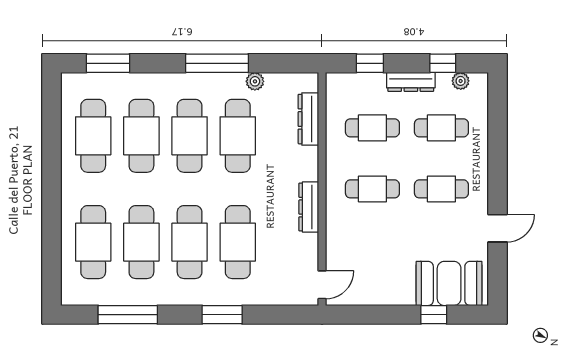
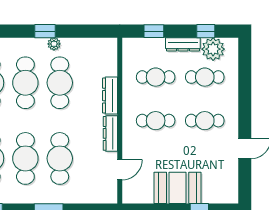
window: (217, 63) -> (45, 31), width x0.46
plant: (255, 81) -> (54, 44), moved
plant: (461, 81) -> (213, 49), width x1.88, depth x1.88
dresser: (308, 119) -> (110, 96), moved
booth: (449, 283) -> (178, 188), moved
door: (322, 285) -> (120, 170), moved

